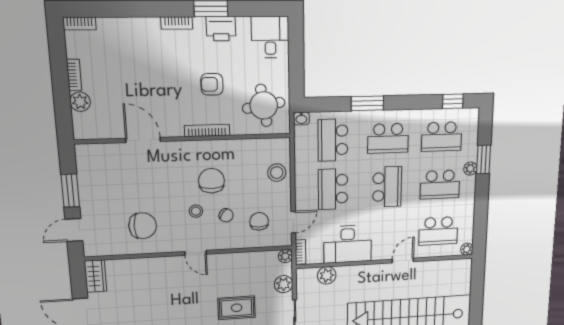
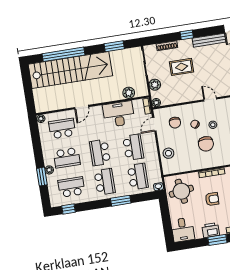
school desk: (388, 138) -> (105, 182), turned 90
school desk: (440, 185) -> (67, 158), turned 180

